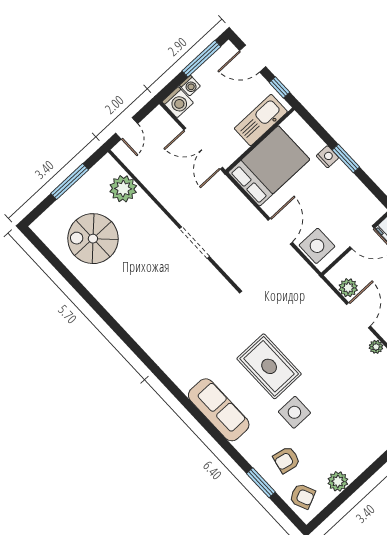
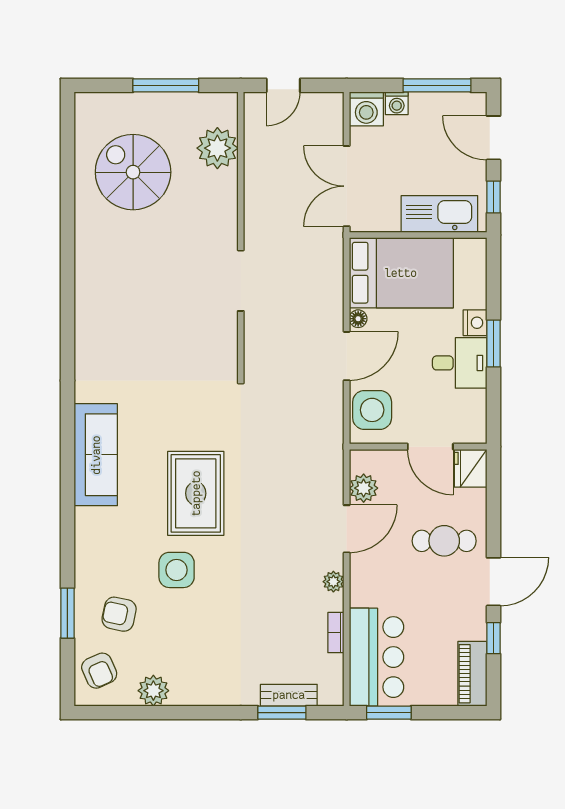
desk: (338, 183) -> (460, 363), added
floor lamp: (269, 208) -> (358, 319), added
sofa: (219, 410) -> (96, 455), moved

